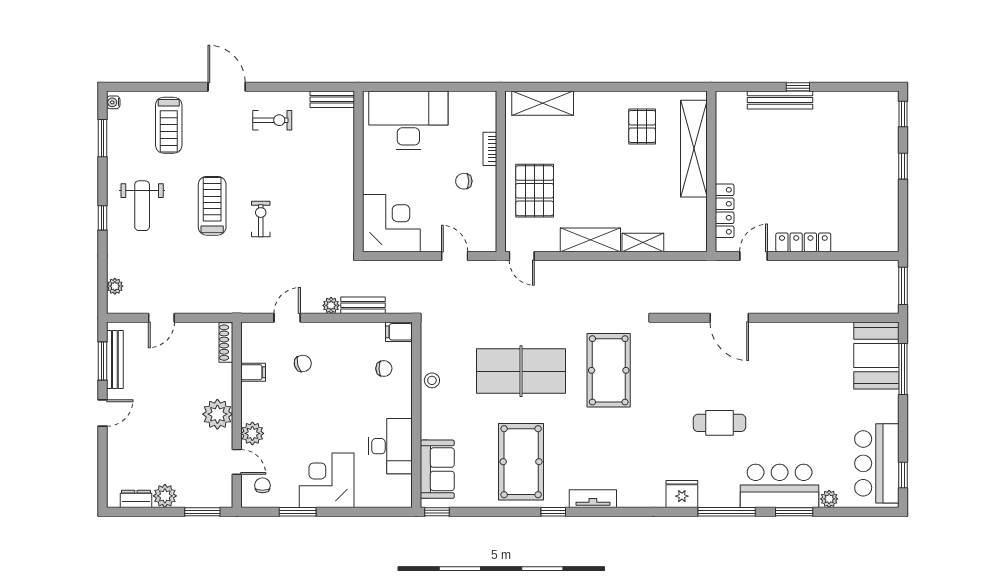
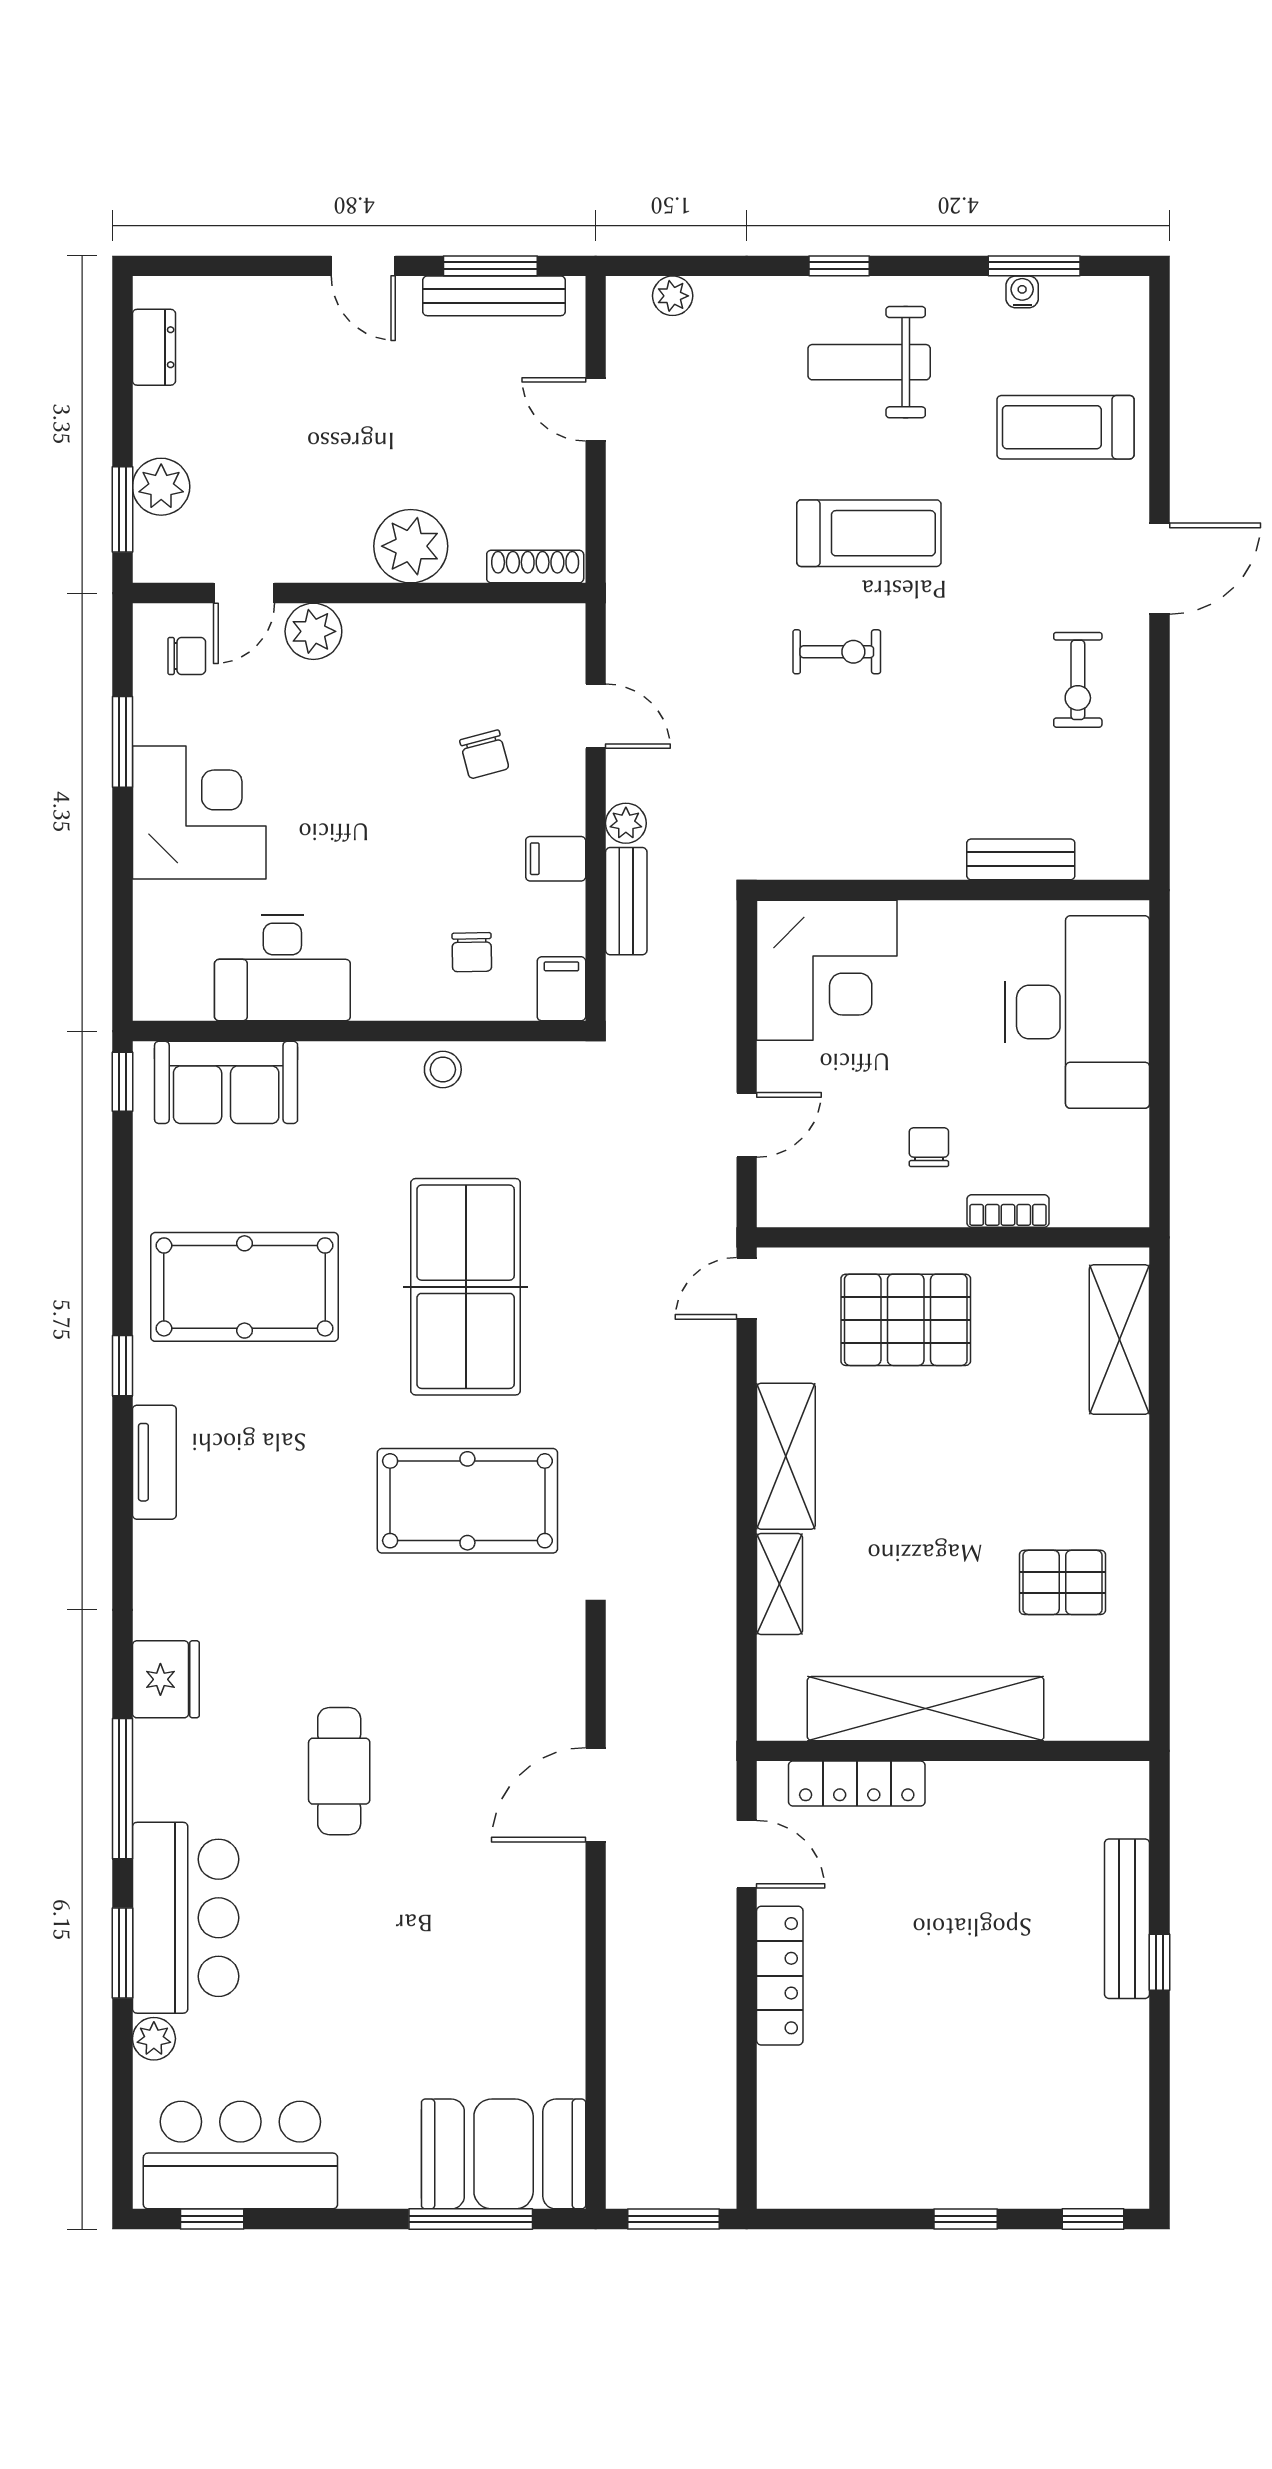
bench: (332, 99) -> (1021, 859), moved, turned 90
water cooler: (113, 102) -> (1022, 292), moved
shelving: (694, 149) -> (926, 1709), moved
filing cabinet: (253, 372) -> (556, 859), moved, turned 90
plant: (217, 414) -> (411, 546), moved
plant: (165, 496) -> (161, 487), moved

